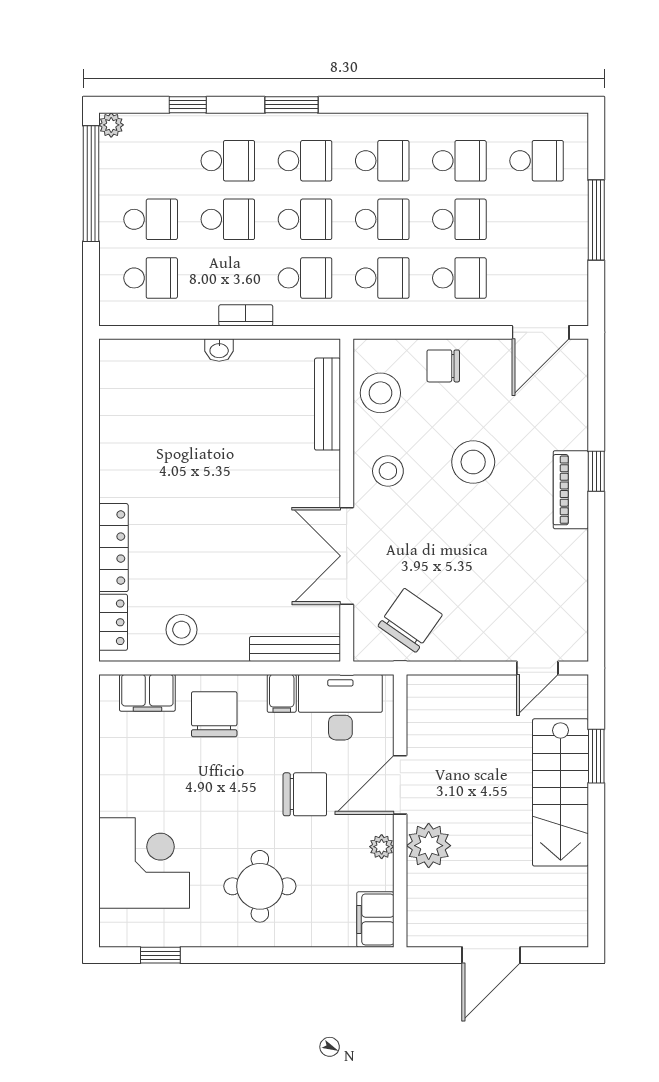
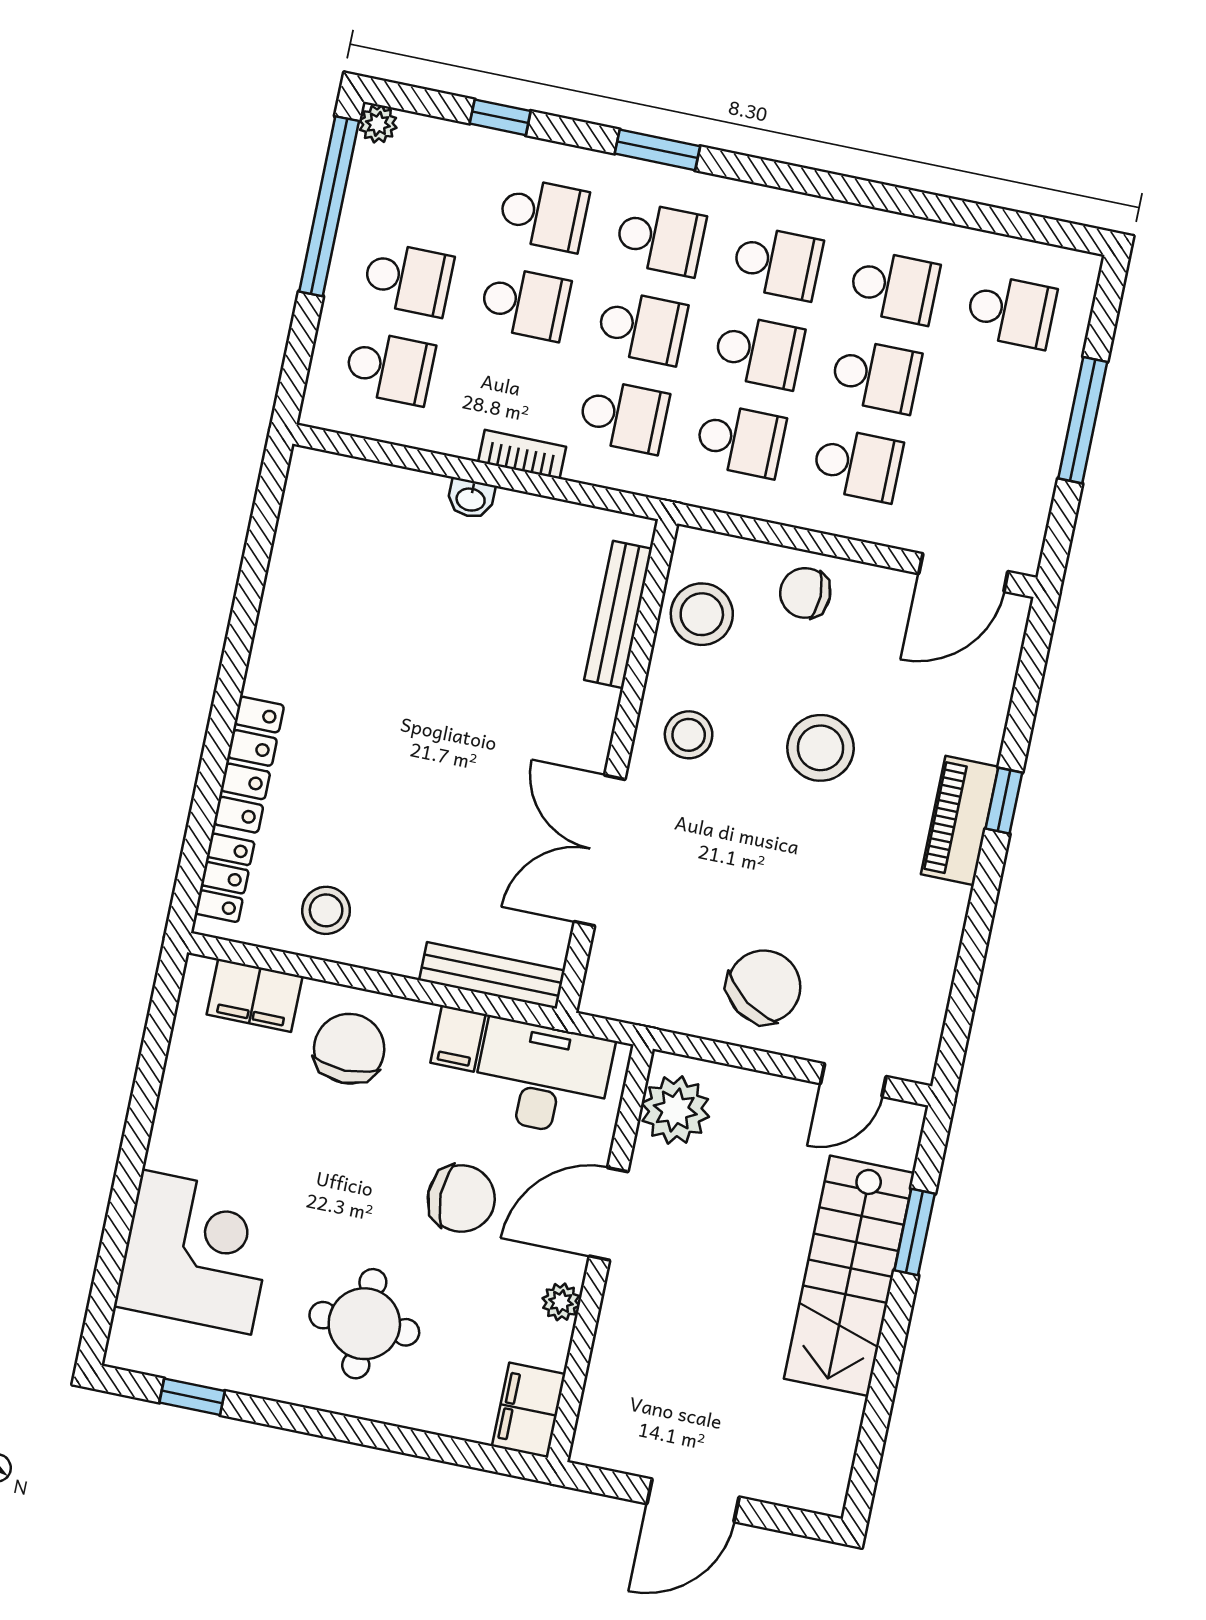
chair: (410, 620) -> (764, 987), moved
plant: (429, 846) -> (675, 1110), moved

